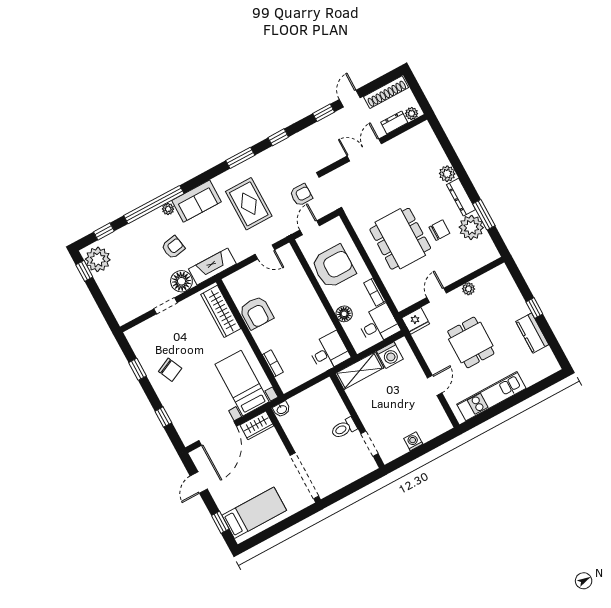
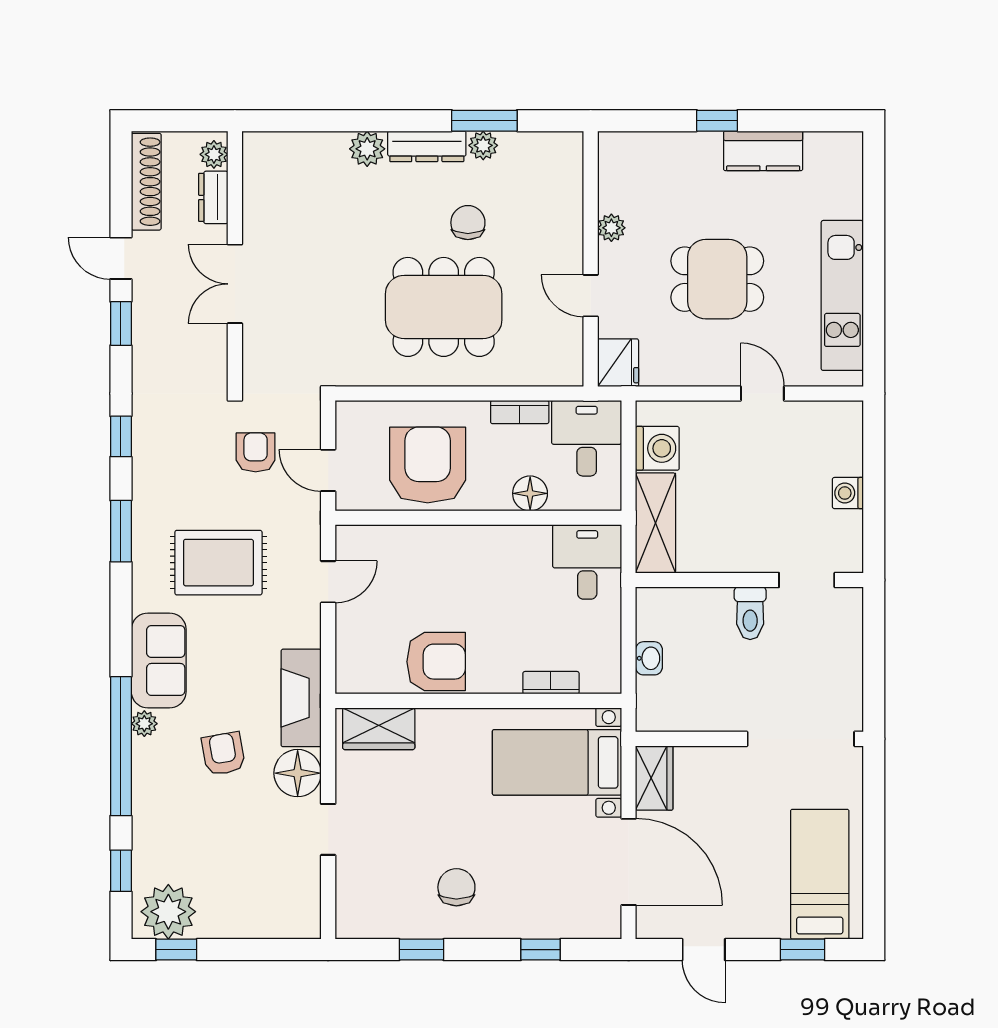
plant: (471, 227) -> (483, 145), width x0.53, depth x0.53
wardrobe: (221, 311) -> (379, 729), width x0.67
chair: (170, 370) -> (456, 887), turned -65
washbasin: (282, 409) -> (649, 658), moved

